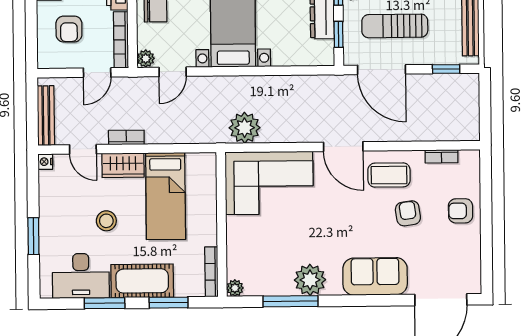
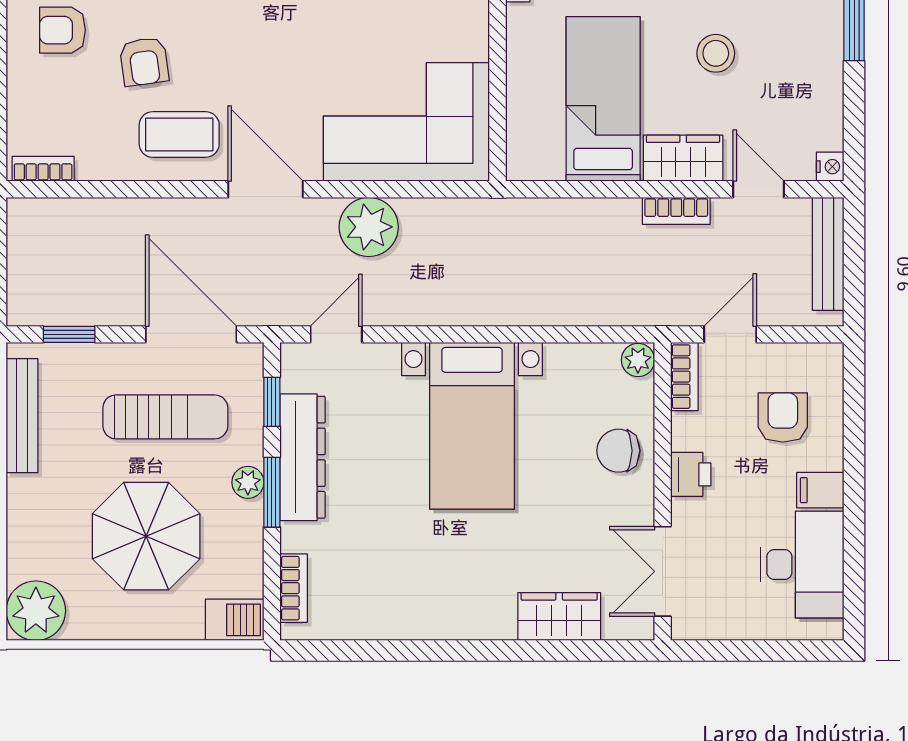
bookcase: (121, 40) -> (684, 377), width x0.64
door: (173, 72) -> (336, 334), moved
plant: (245, 128) -> (369, 227), moved
bookcase: (442, 156) -> (43, 169), moved
armchair: (461, 211) -> (62, 30), moved, turned 180

